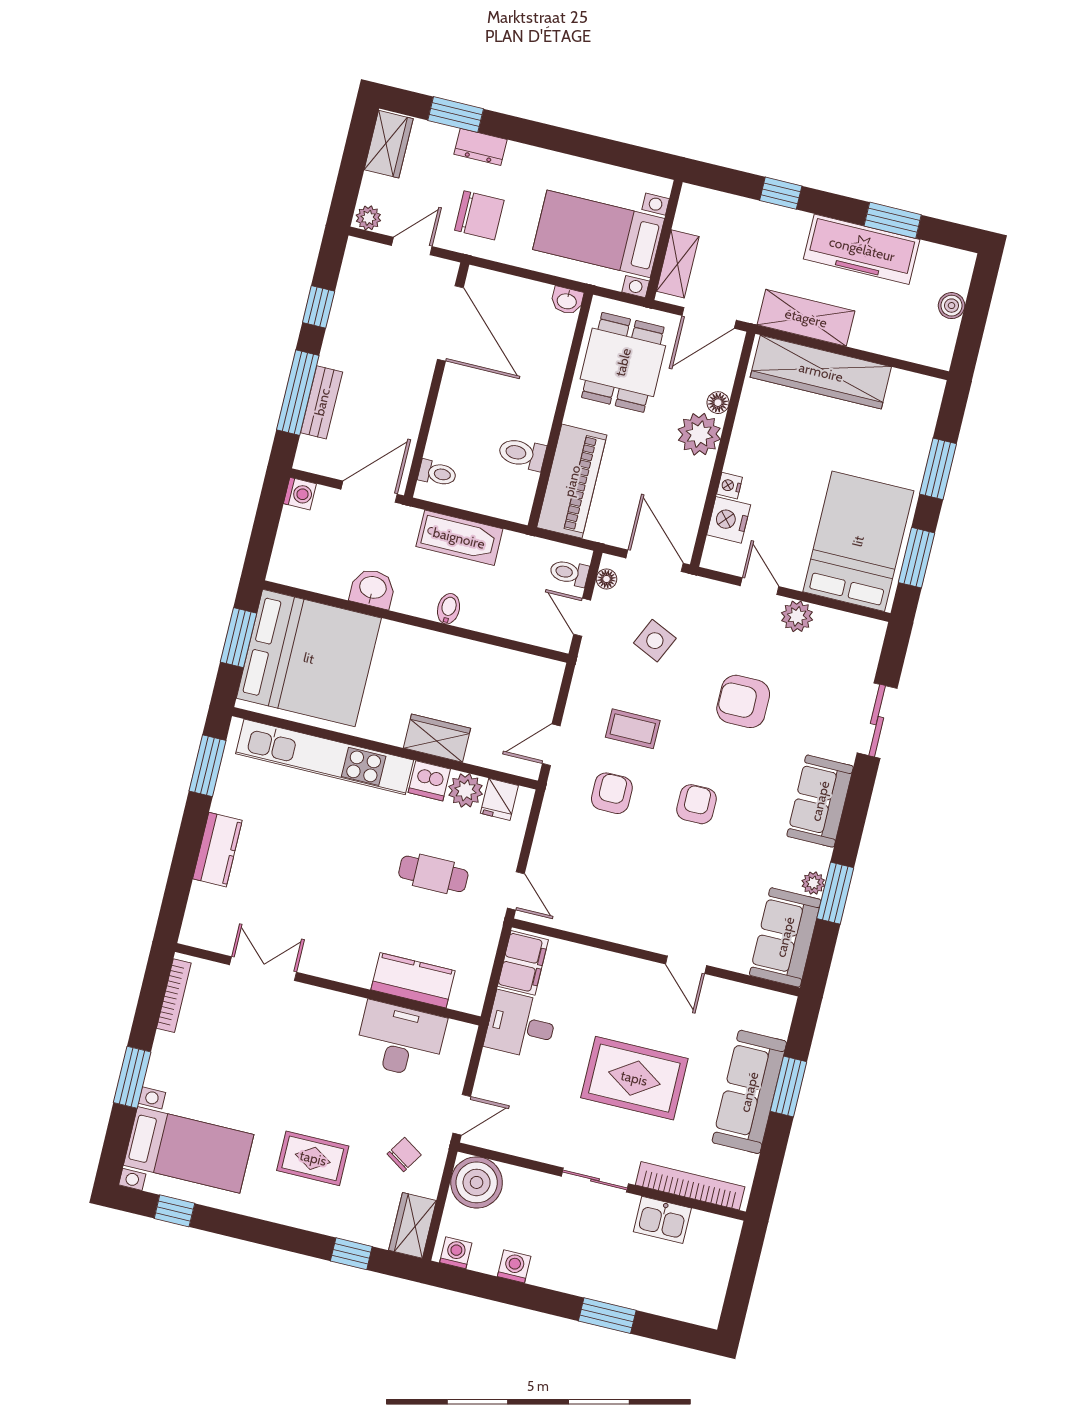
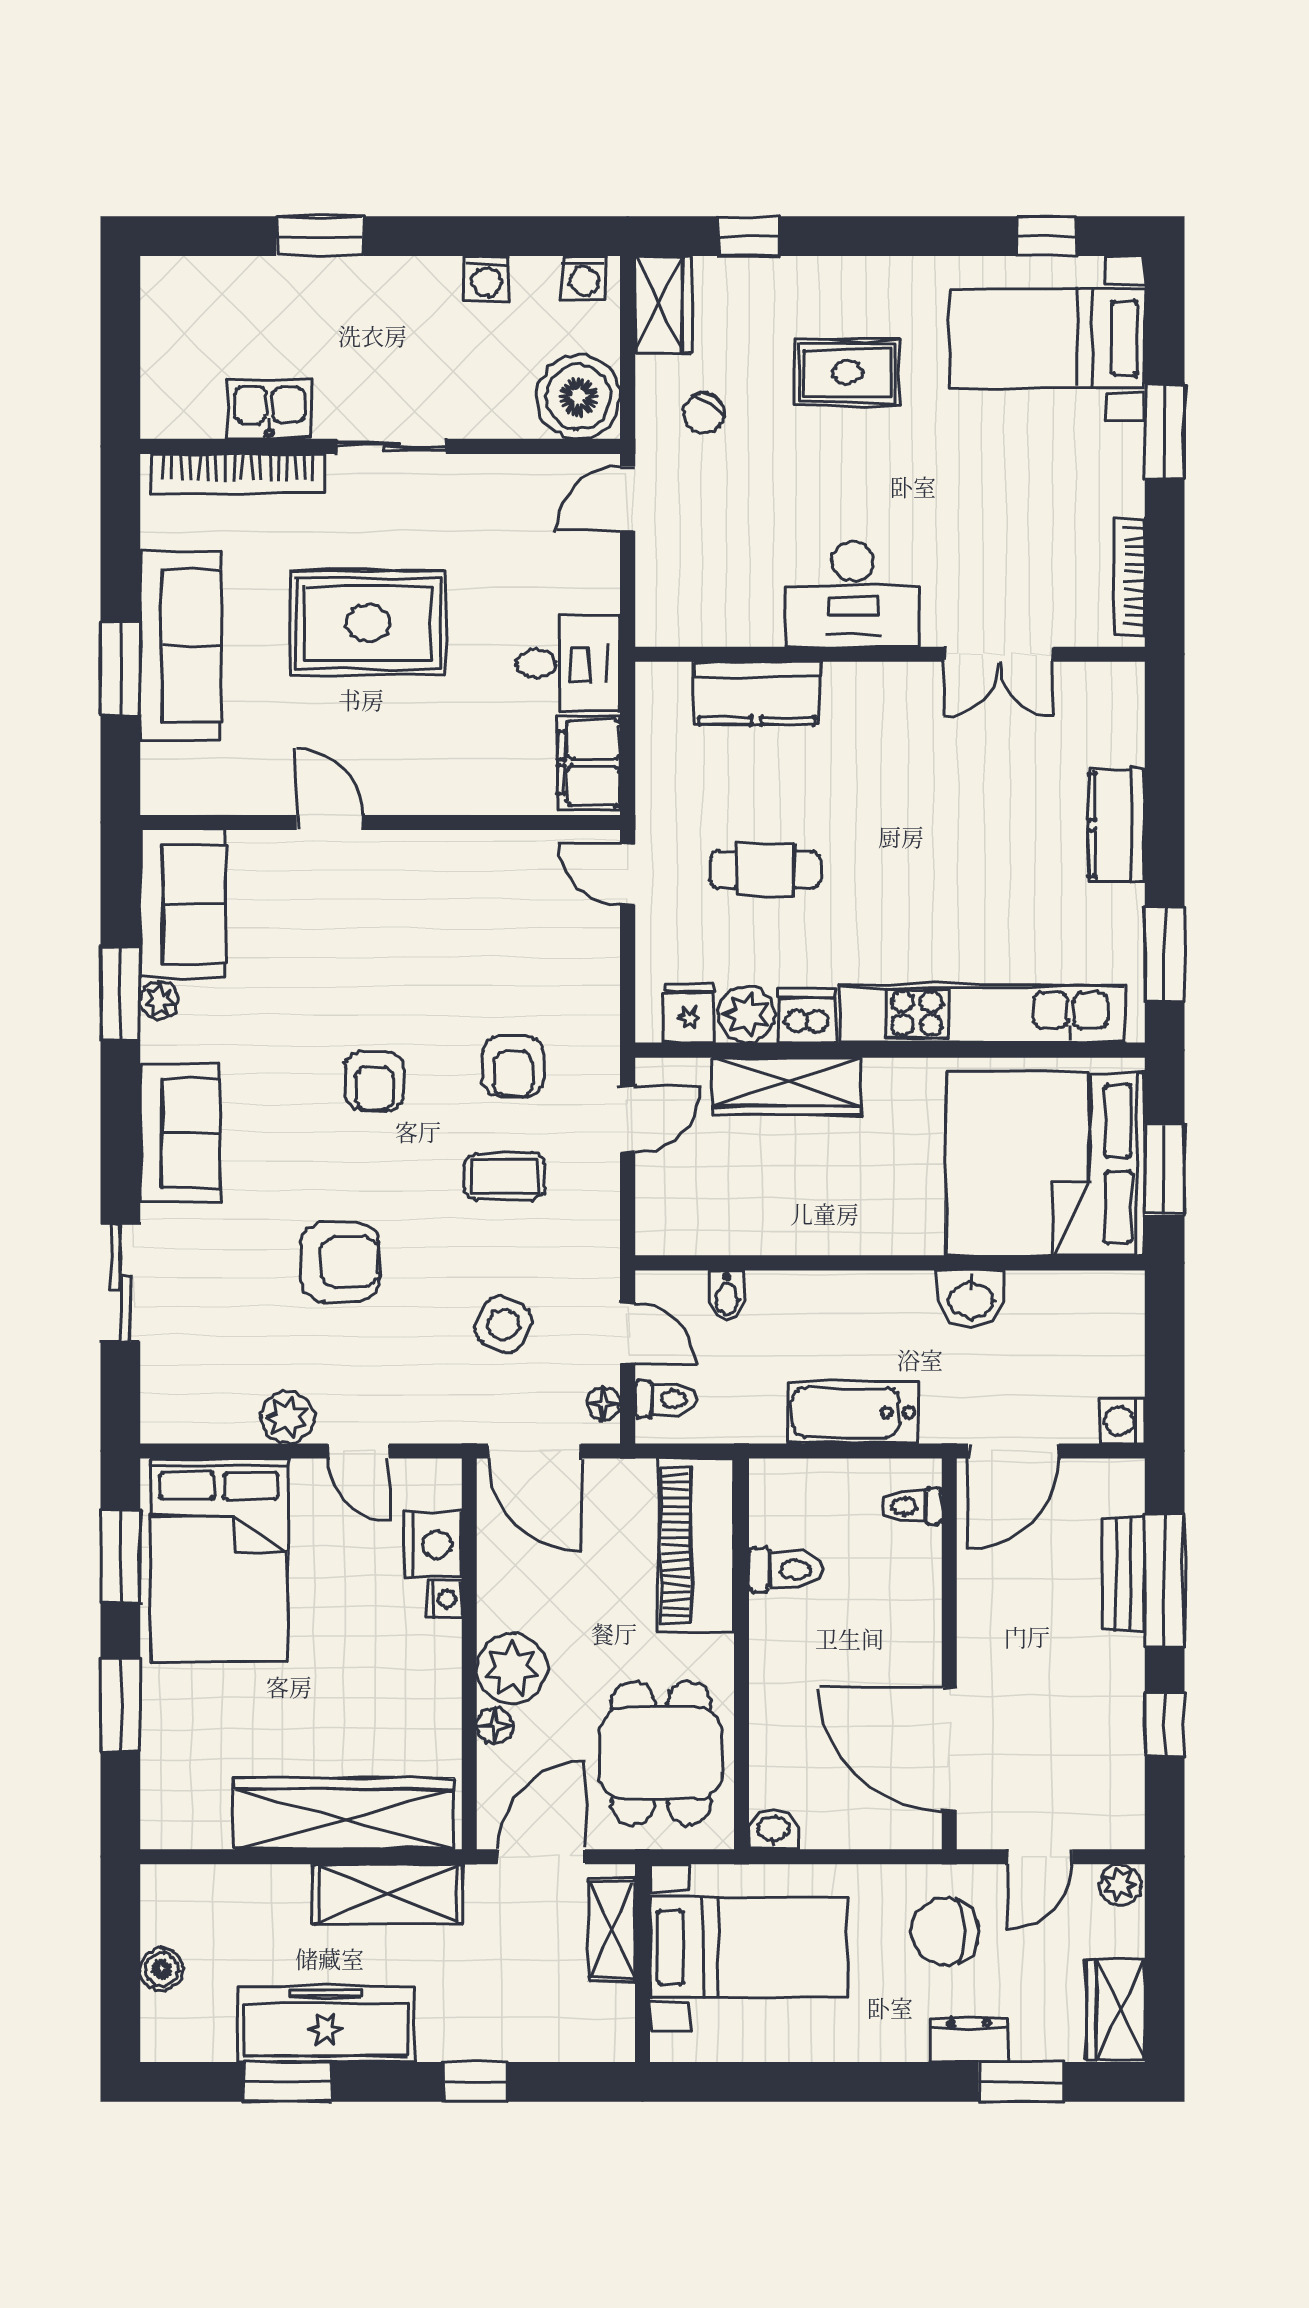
bidet: (449, 609) -> (727, 1296), moved
wardrobe: (437, 738) -> (787, 1086), width x1.50
desk: (400, 1040) -> (853, 594), moved

